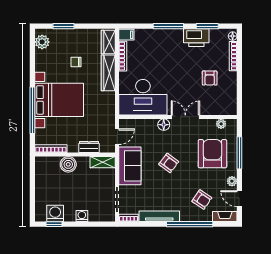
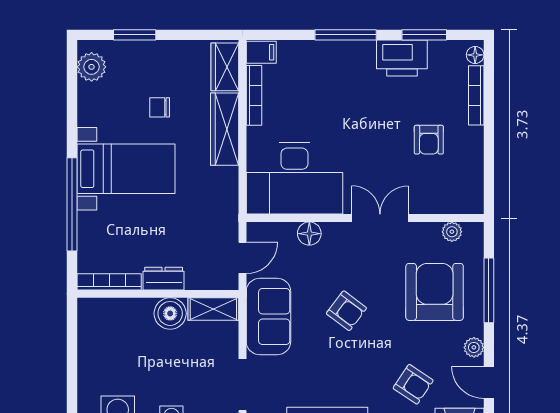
bed with nightstands: (59, 100) -> (126, 169), width x0.73
floor lamp: (164, 125) -> (309, 234), moved
dresser: (89, 147) -> (164, 279), moved
boiler: (68, 164) -> (170, 313), moved

